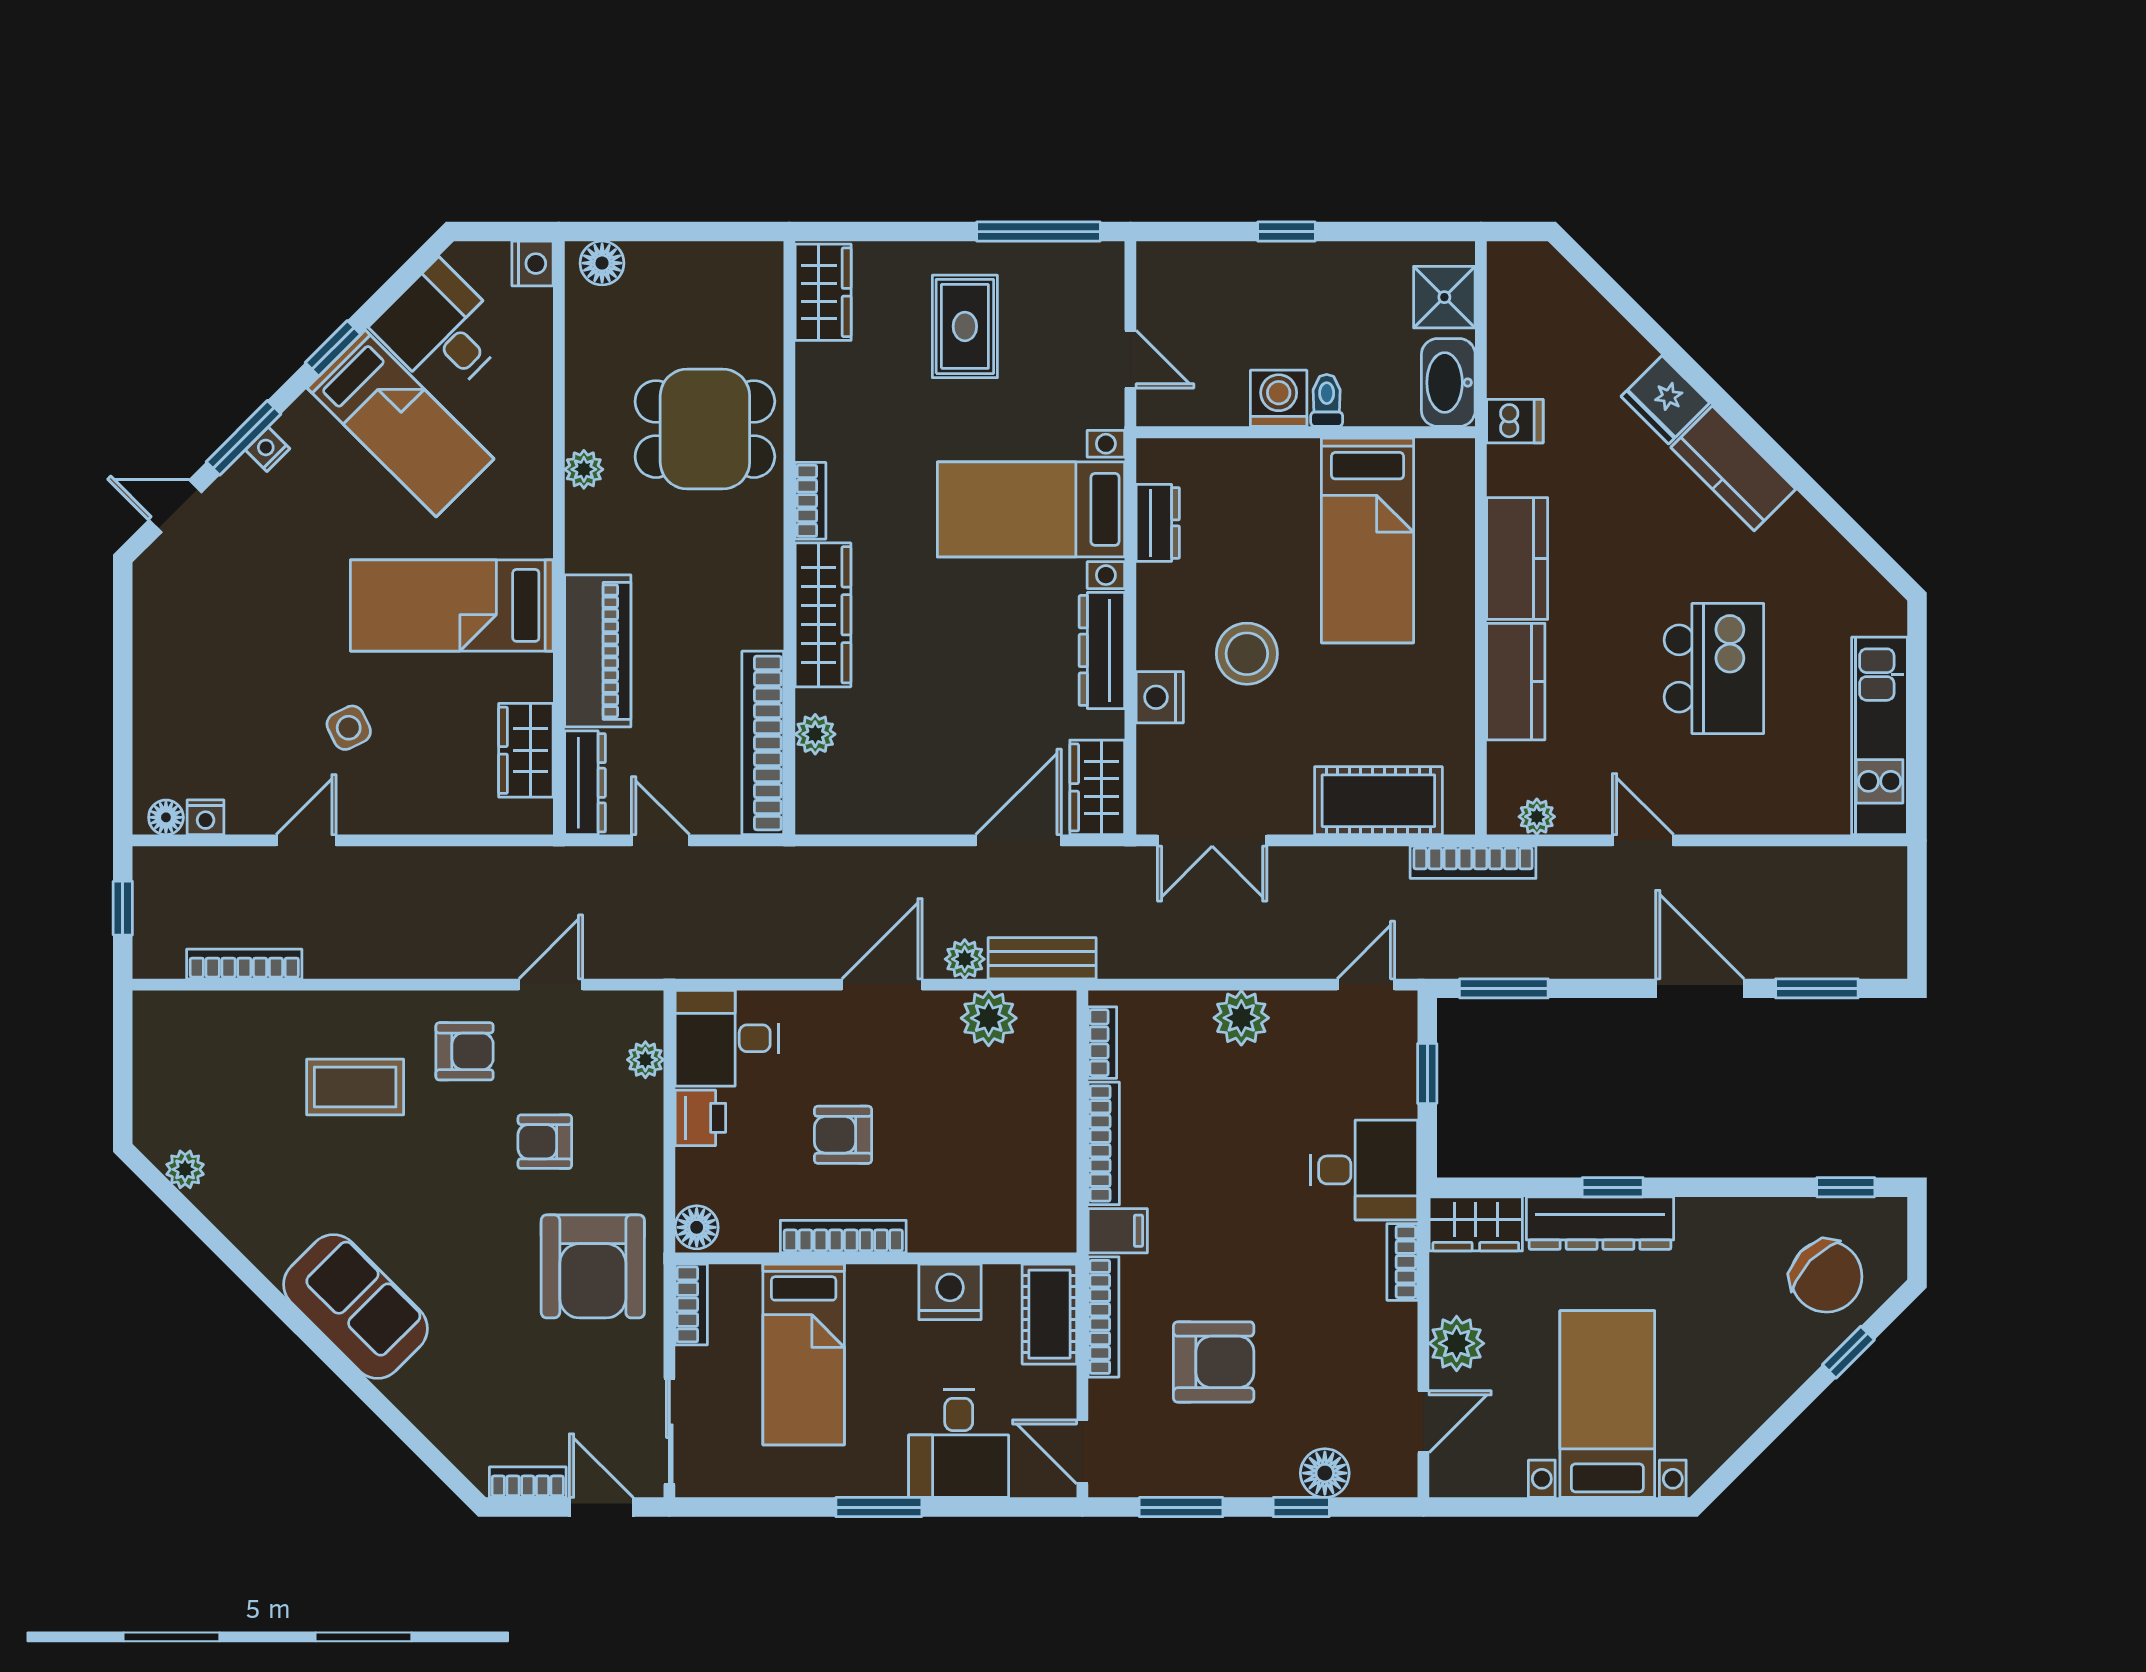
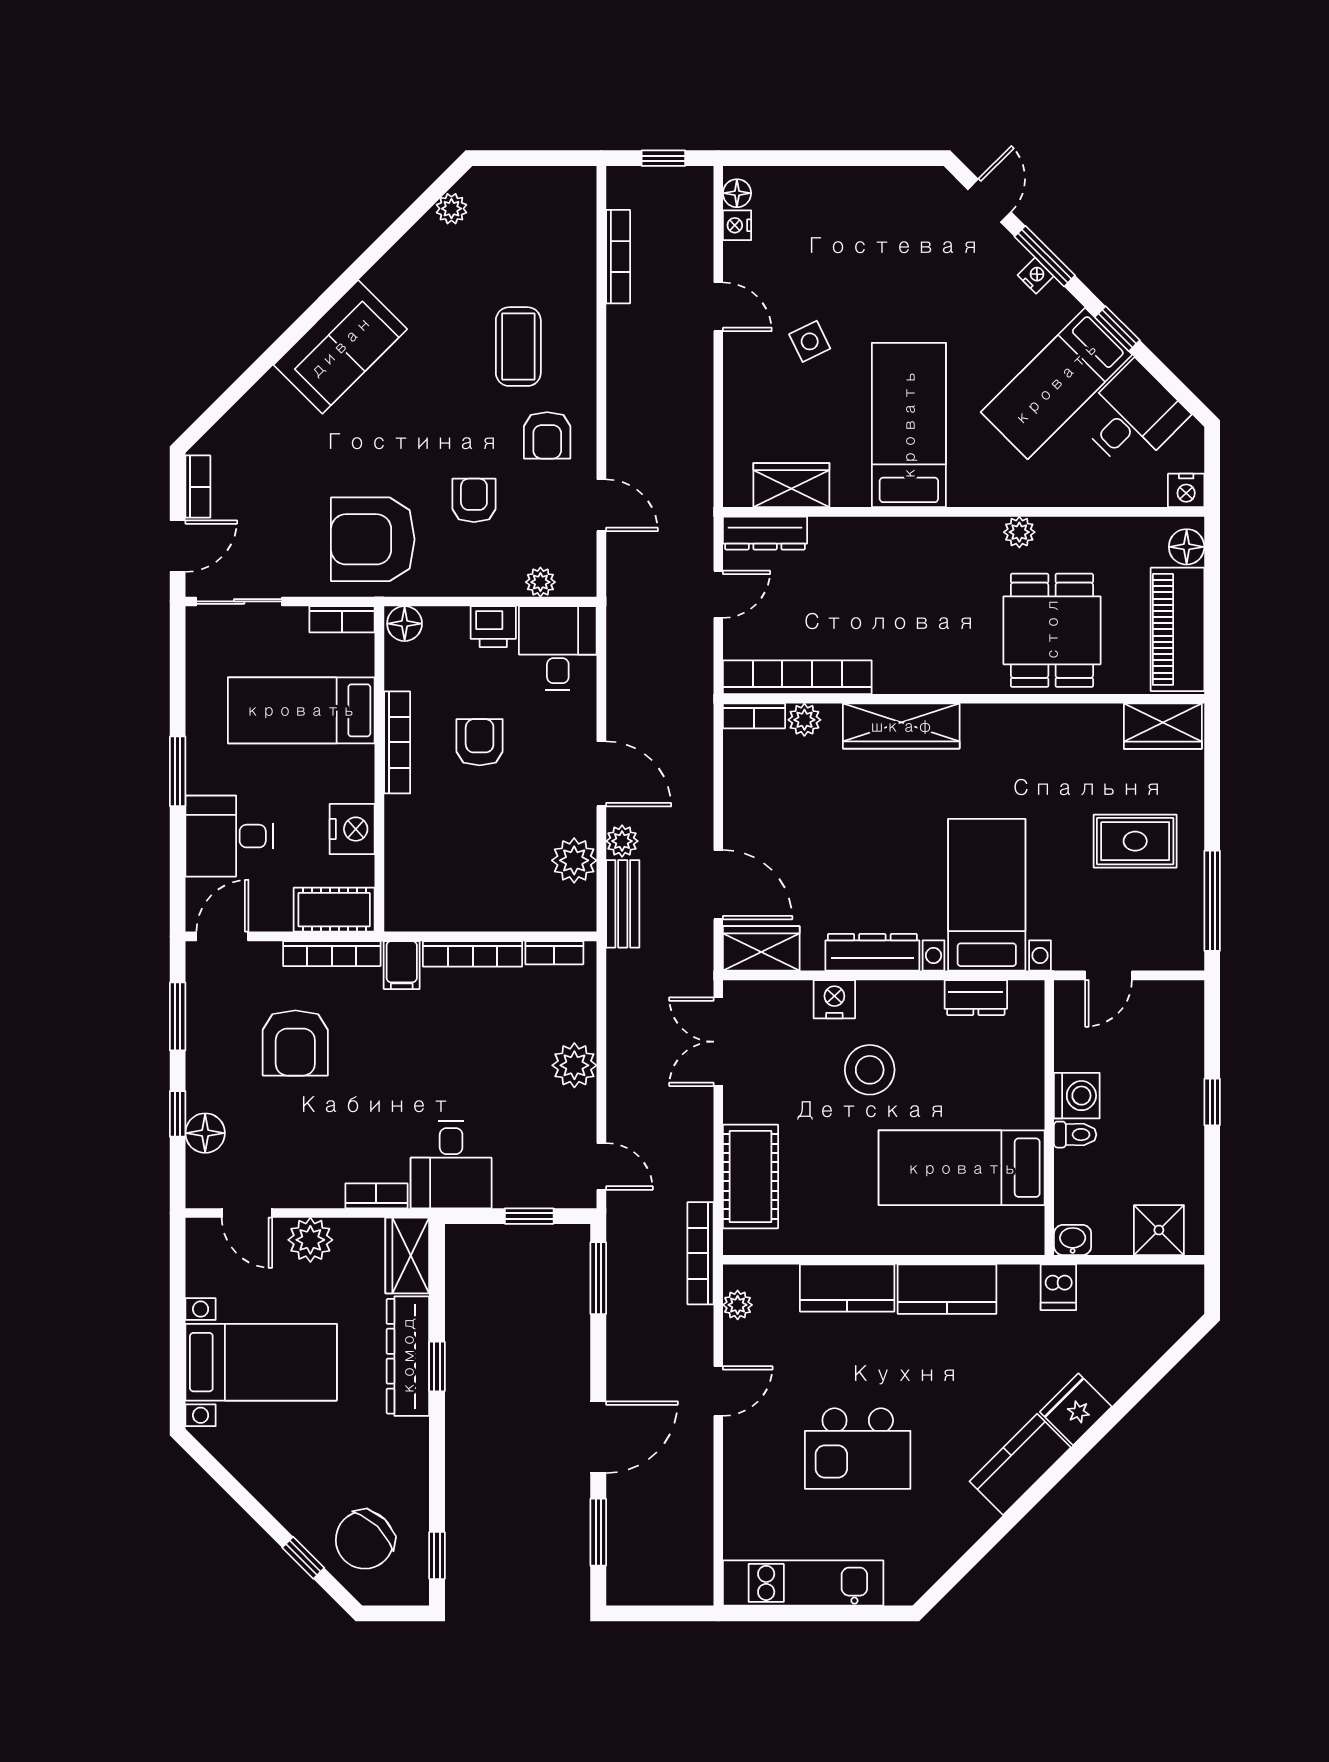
washbasin: (1448, 383) -> (1073, 1240), width x0.52, depth x0.69
bookcase: (810, 501) -> (754, 716), moved
piano: (598, 651) -> (1178, 629), moved, turned 90

